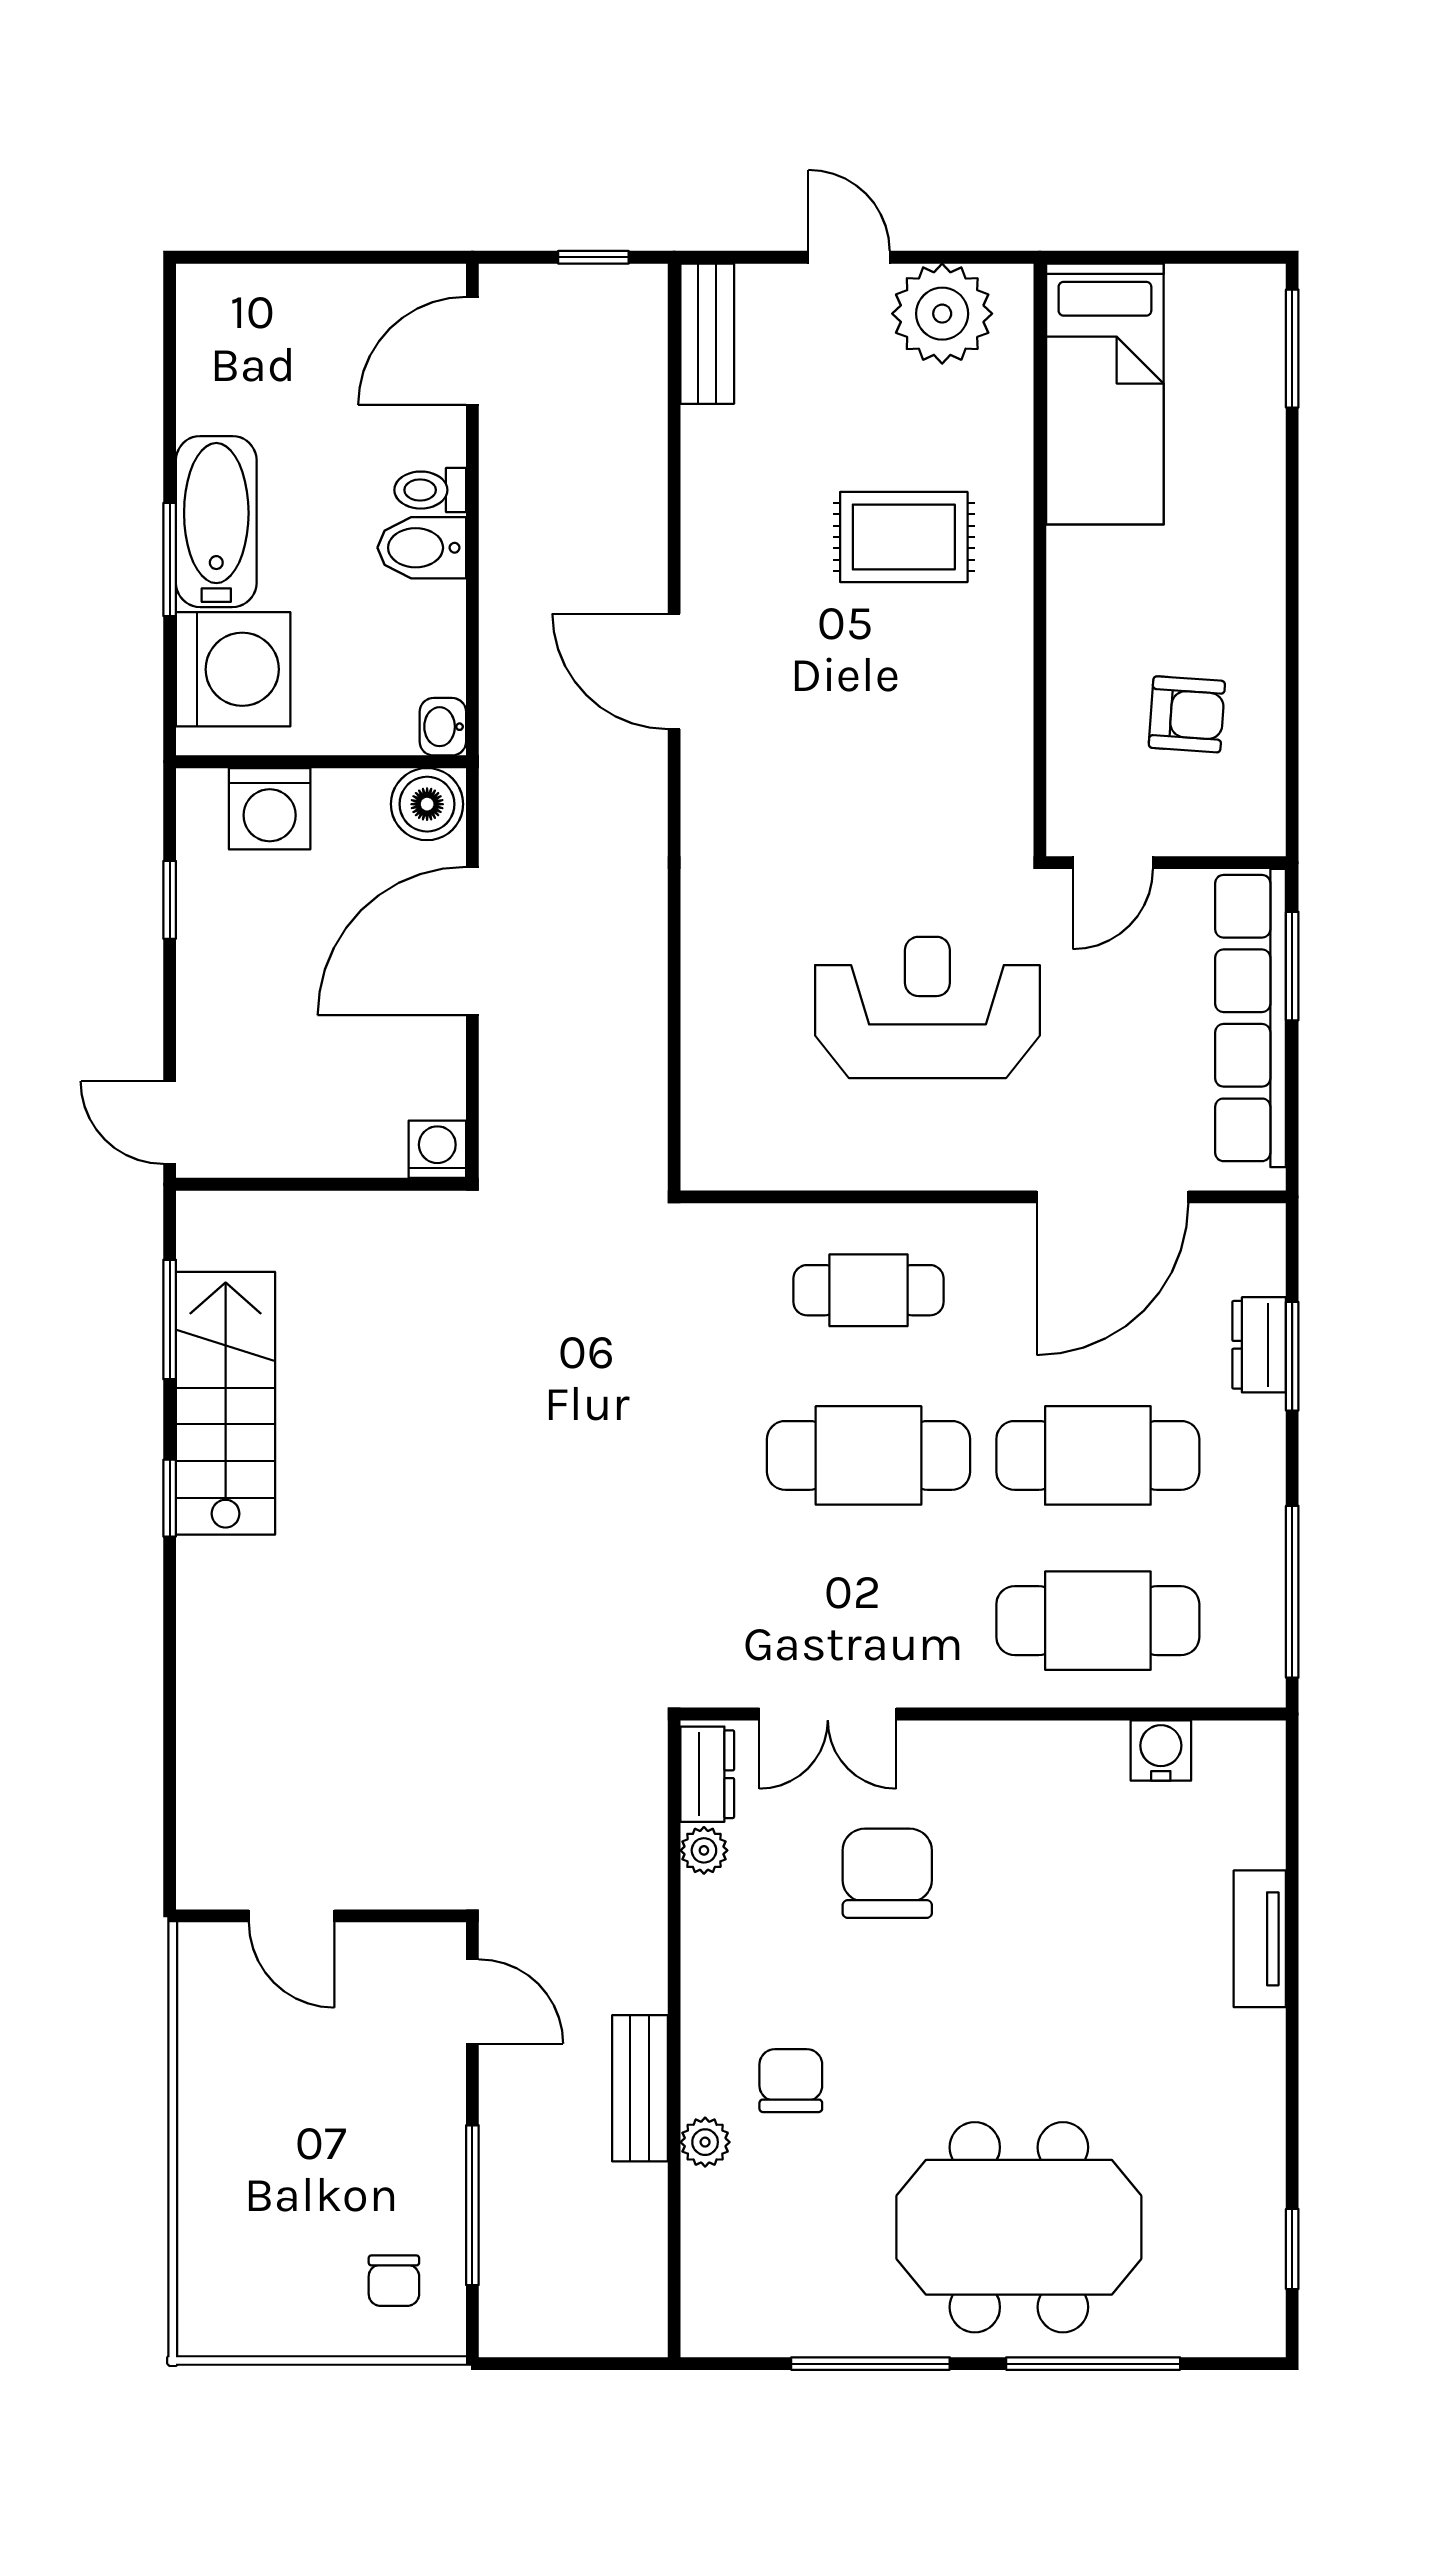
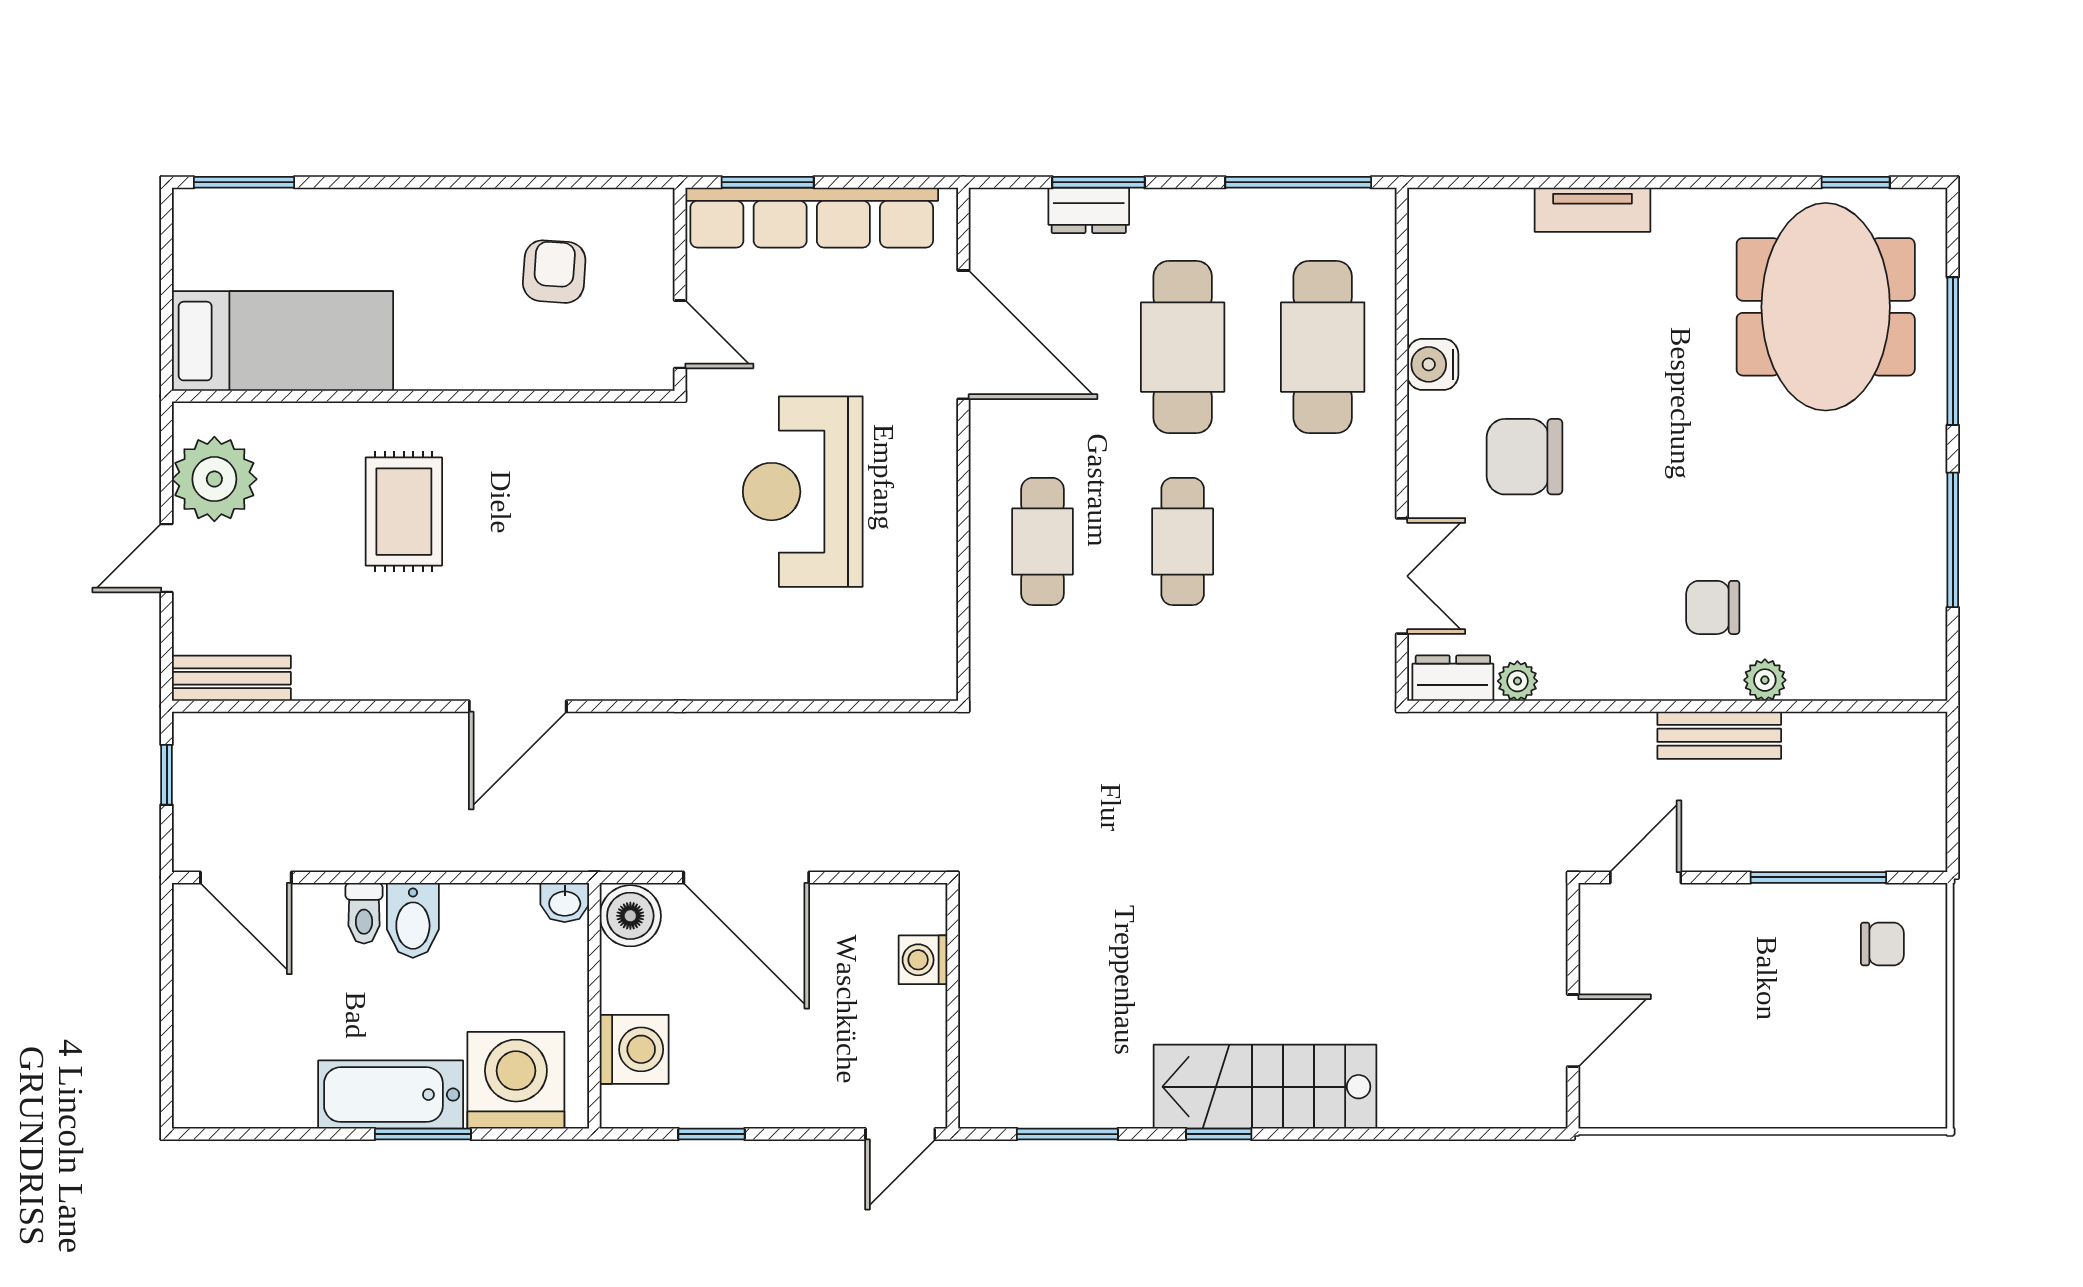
washing machine: (437, 1149) -> (923, 960), moved
stairs: (226, 1403) -> (1265, 1087), moved
cafe table: (869, 1455) -> (1183, 541), width x0.73, depth x0.74
water cooler: (1161, 1751) -> (1433, 364), moved
chair: (887, 1873) -> (1525, 457), moved
meeting table: (1019, 2227) -> (1826, 307), moved

